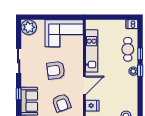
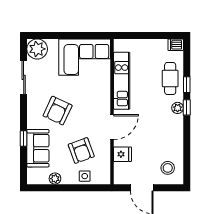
sliding door: (19, 61) -> (24, 77), moved
armchair: (56, 70) -> (58, 111), moved, turned -58

